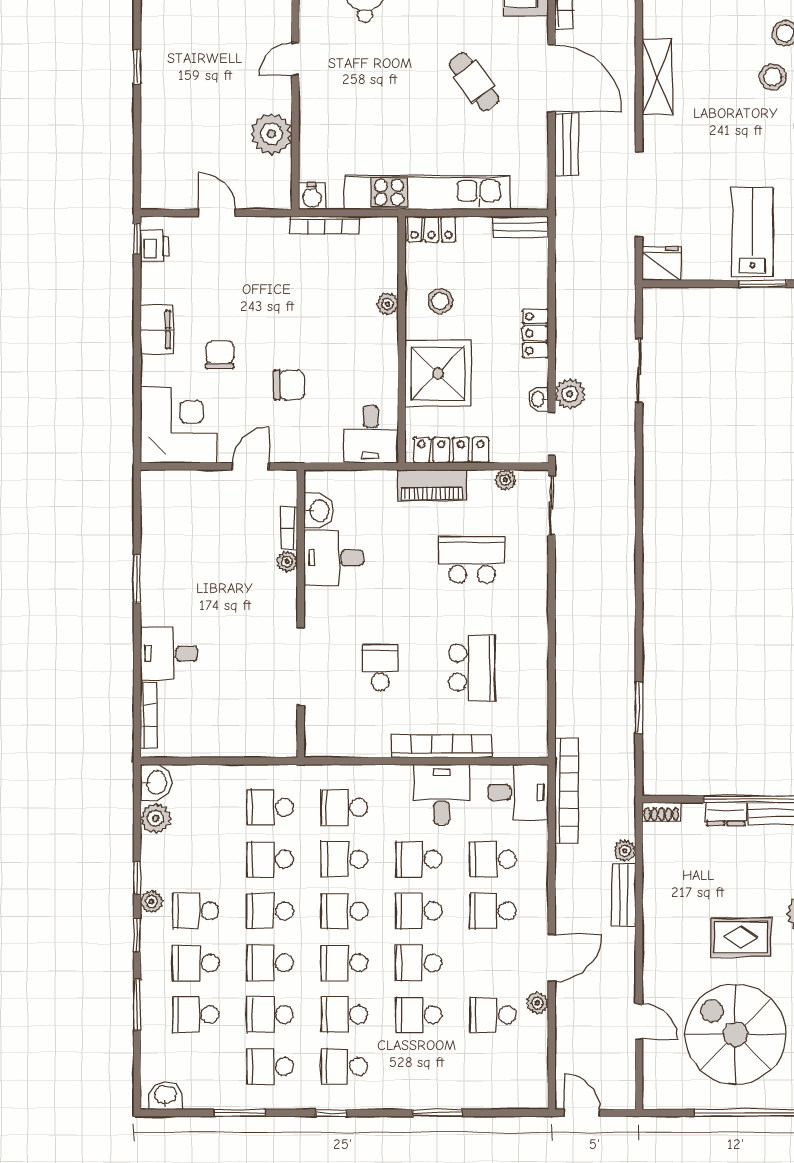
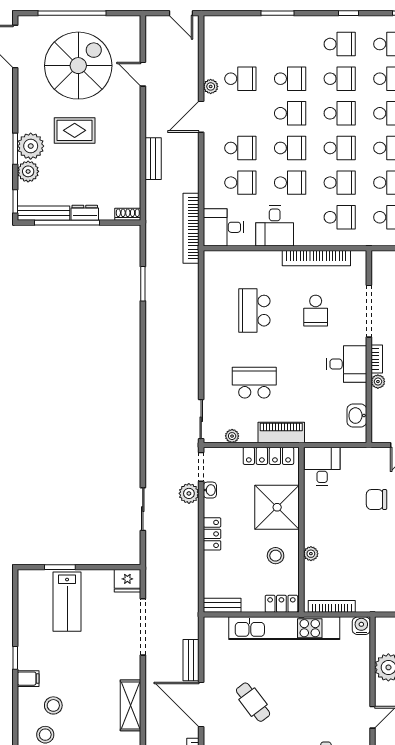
bookcase: (325, 225) -> (332, 606), moved
bookcase: (289, 528) -> (377, 359), moved
desk: (334, 558) -> (347, 364), moved
school desk: (472, 560) -> (254, 383), turned 180
bookcase: (442, 746) -> (316, 258), moved
plant: (625, 851) -> (152, 188), removed
spiral stairs: (736, 1034) -> (78, 66), turned -90

